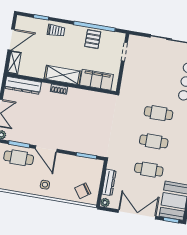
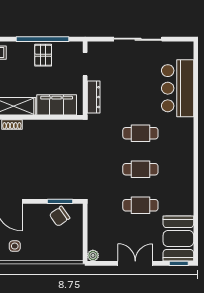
dresser: (109, 182) -> (94, 97), moved
chair: (83, 191) -> (60, 216), moved
double door: (137, 214) -> (135, 263), width x0.73

